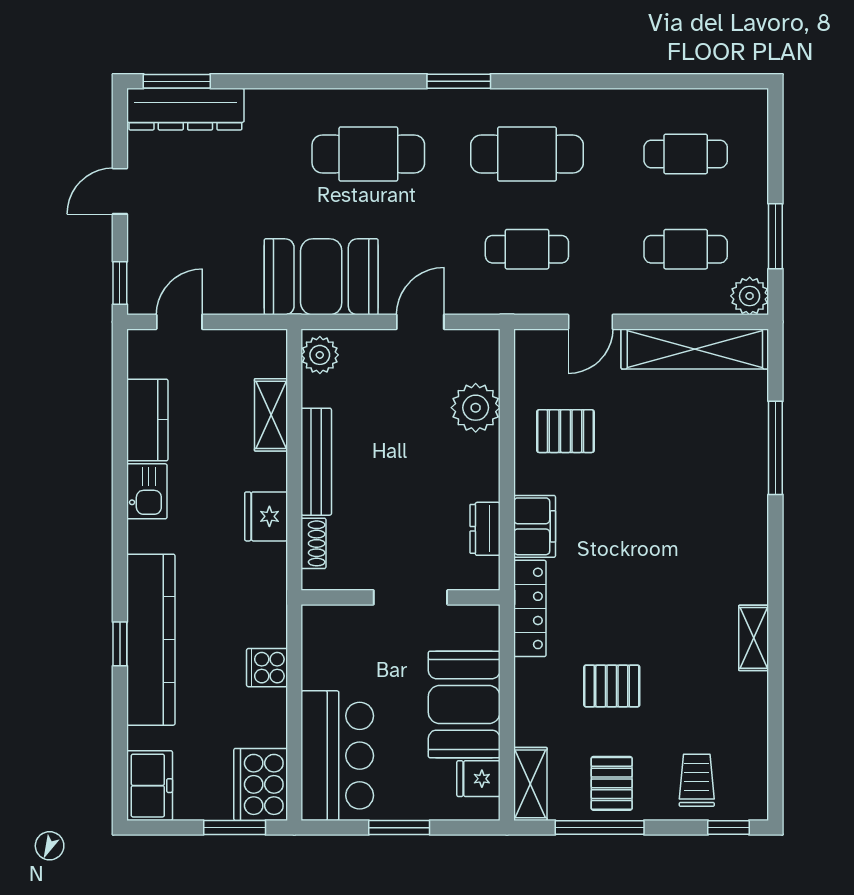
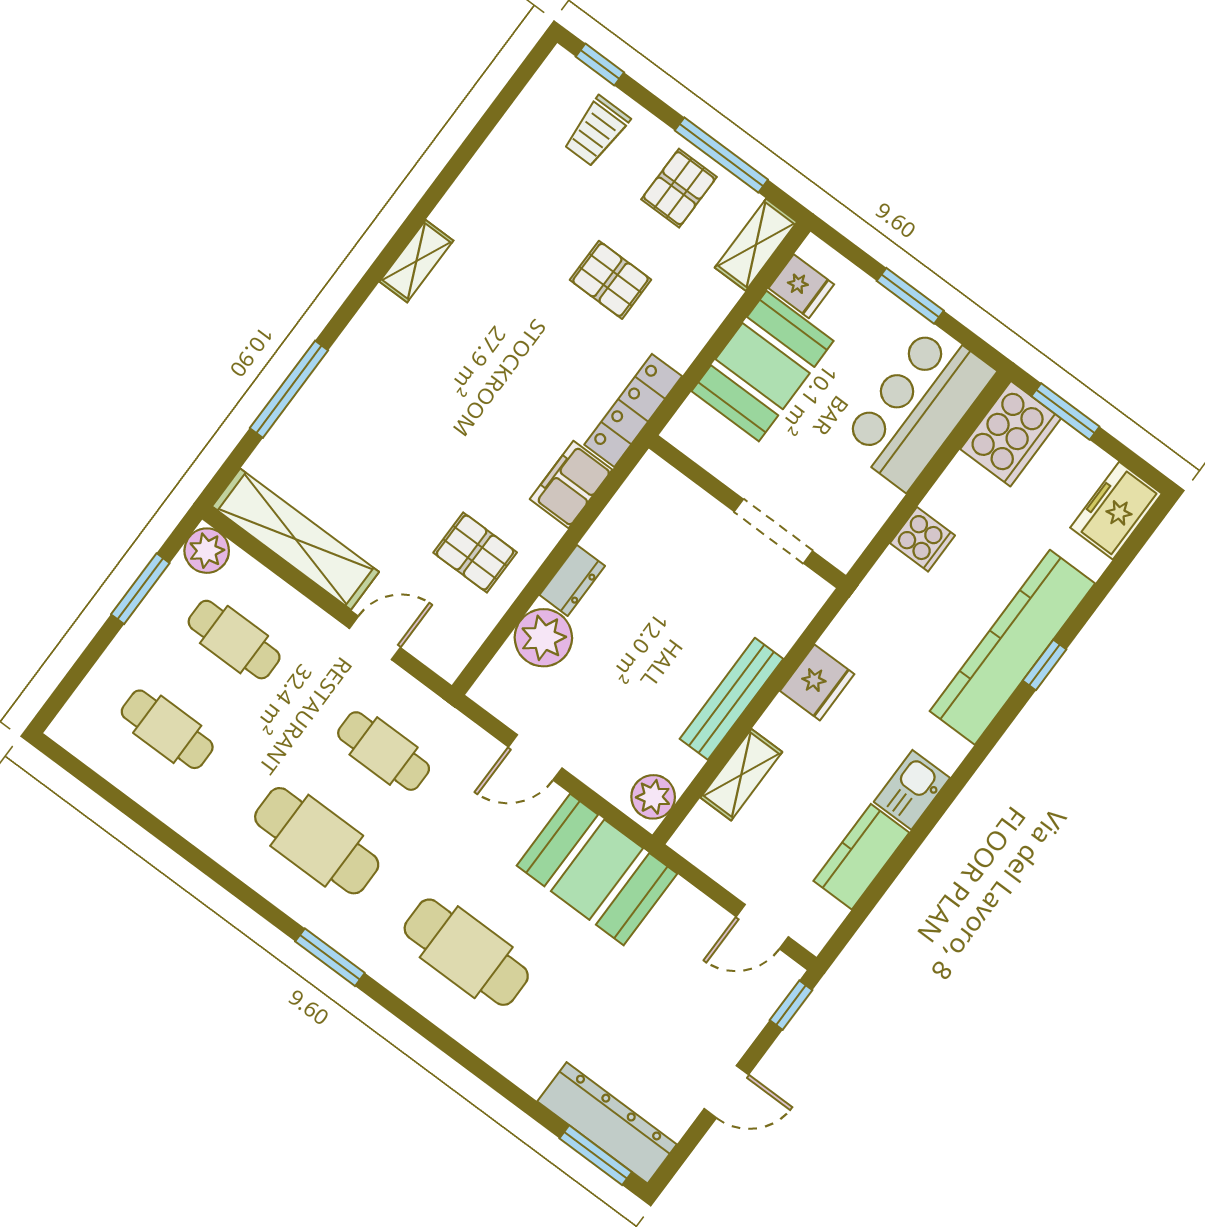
dresser: (485, 529) -> (572, 580), moved
shoe rack: (313, 543) -> (791, 624), removed
doorway: (410, 597) -> (773, 531), moved
shelving: (754, 638) -> (416, 261), moved

